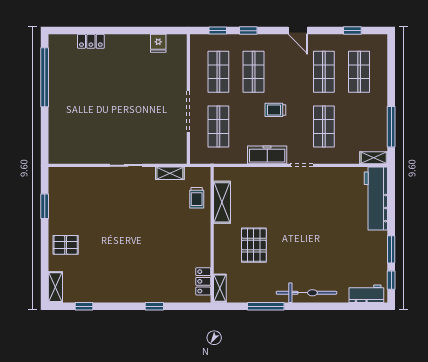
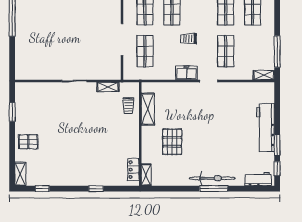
freezer: (267, 155) -> (186, 73), width x0.71
workbench: (376, 199) -> (265, 128), moved
window: (266, 306) -> (214, 189), moved

